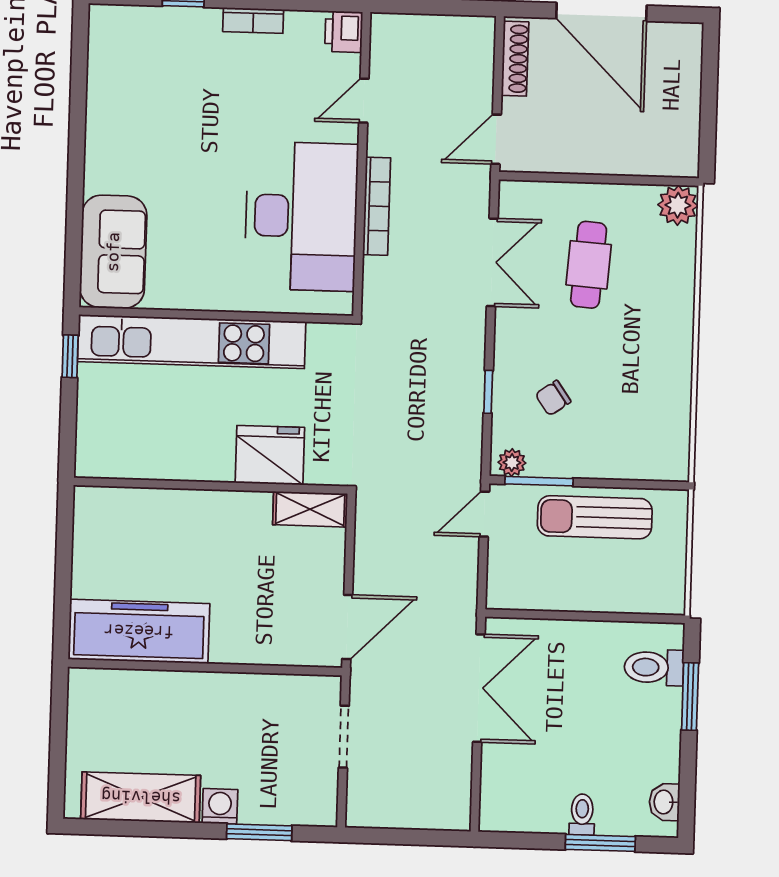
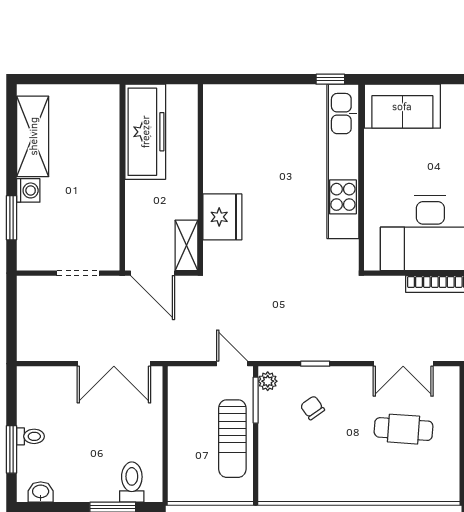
plant: (678, 205) -> (446, 488), removed
fridge: (270, 455) -> (222, 217), moved
wall: (211, 486) -> (200, 177), moved
shelving: (310, 509) -> (186, 245), moved
sun lounger: (595, 517) -> (232, 439), turned 180

